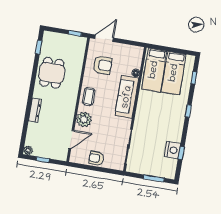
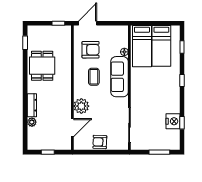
coffee table: (89, 96) -> (94, 77), moved
plant: (28, 150) -> (32, 122), moved

